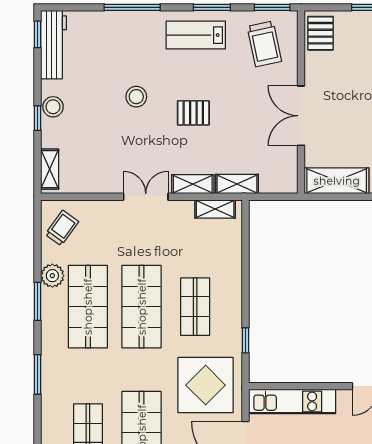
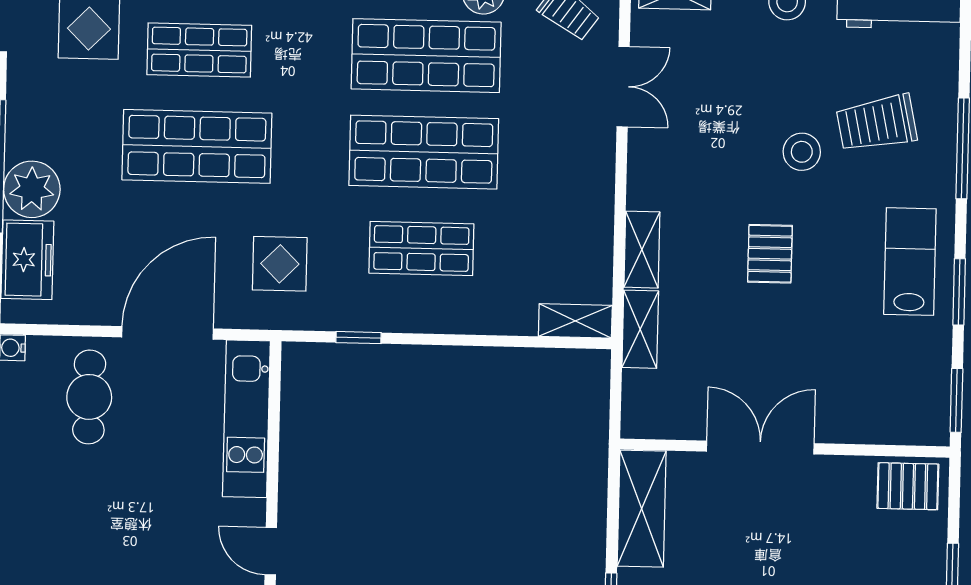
trolley: (264, 44) -> (877, 123), moved
double door: (146, 197) -> (623, 87), moved
shelving: (215, 209) -> (575, 321), moved, turned 90
display table: (206, 385) -> (280, 264), width x0.54, depth x0.54

